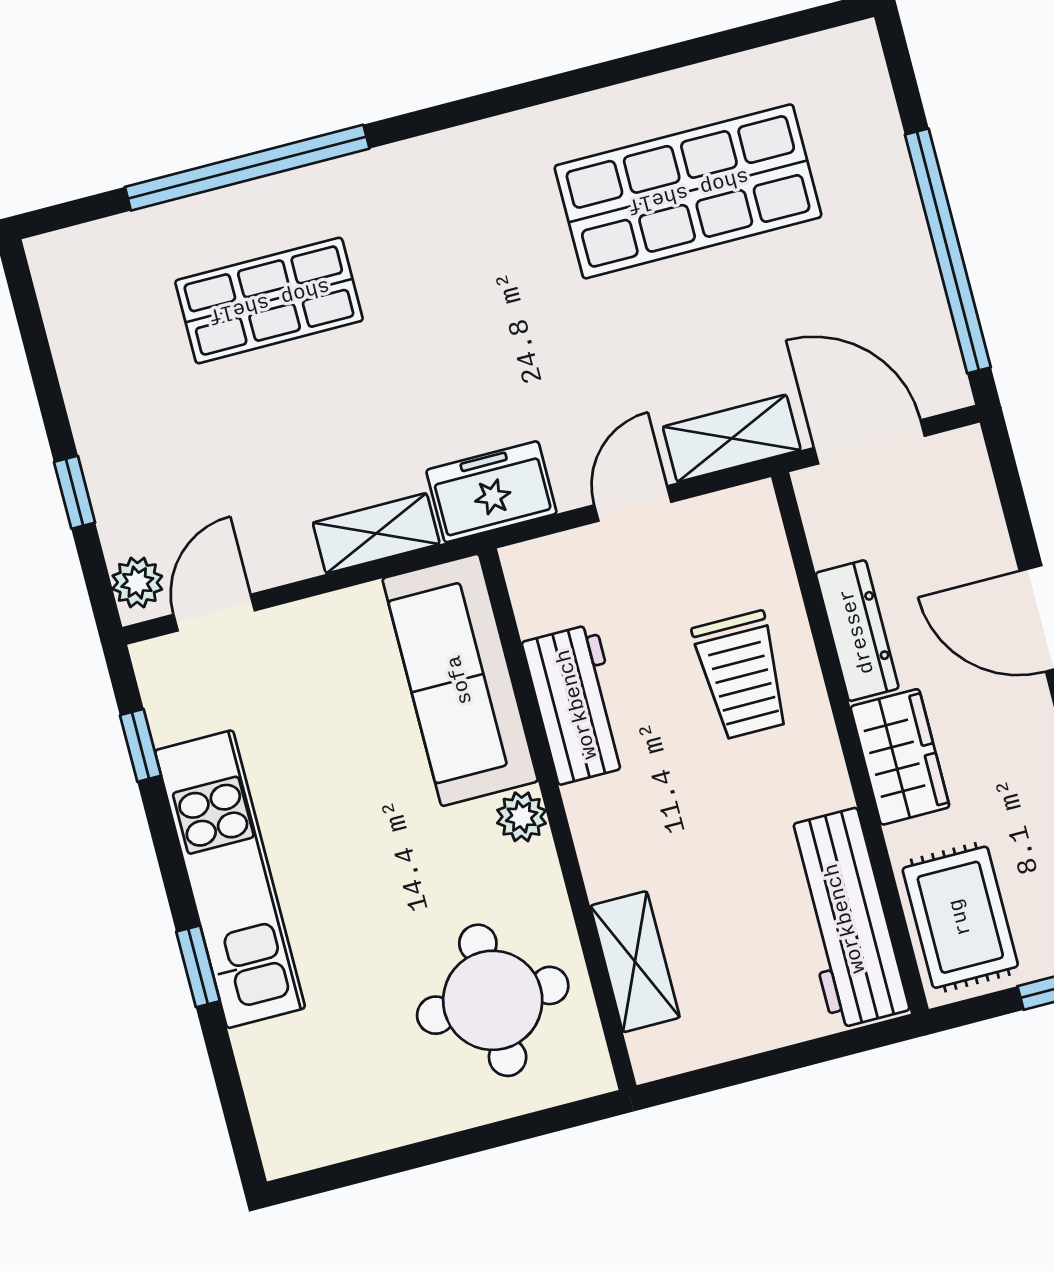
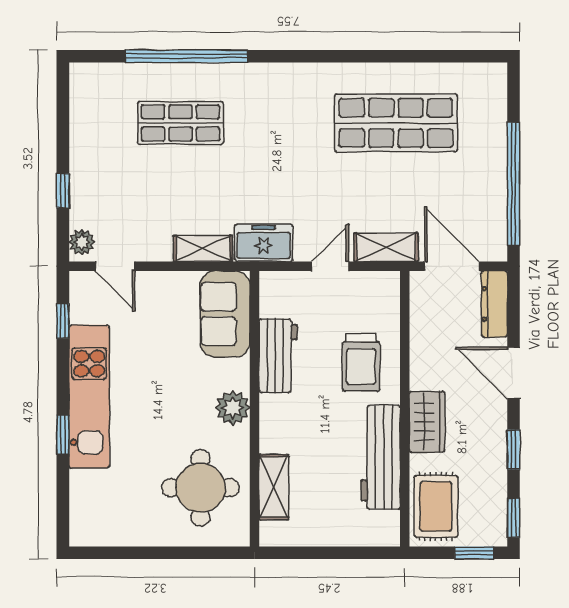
door: (214, 613) -> (115, 266), swing flipped
dresser: (857, 631) -> (494, 304), moved, turned 180
sofa: (460, 680) -> (225, 314), width x0.73
plant: (522, 817) -> (233, 408), width x1.38, depth x1.38
workbench: (845, 918) -> (381, 457), moved

